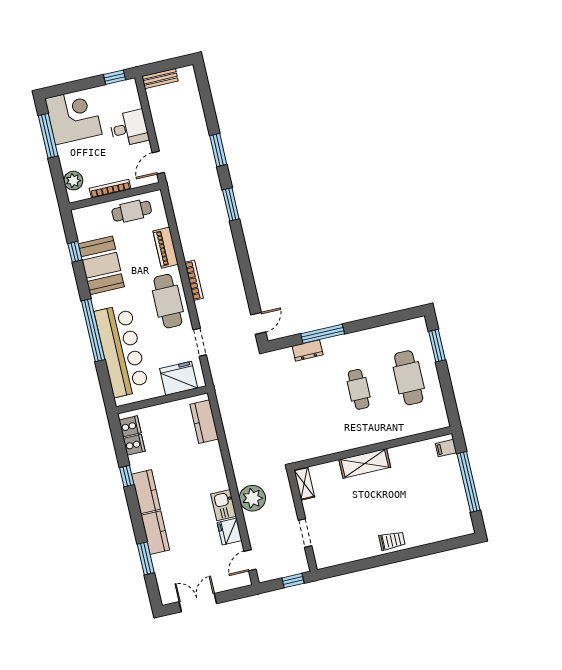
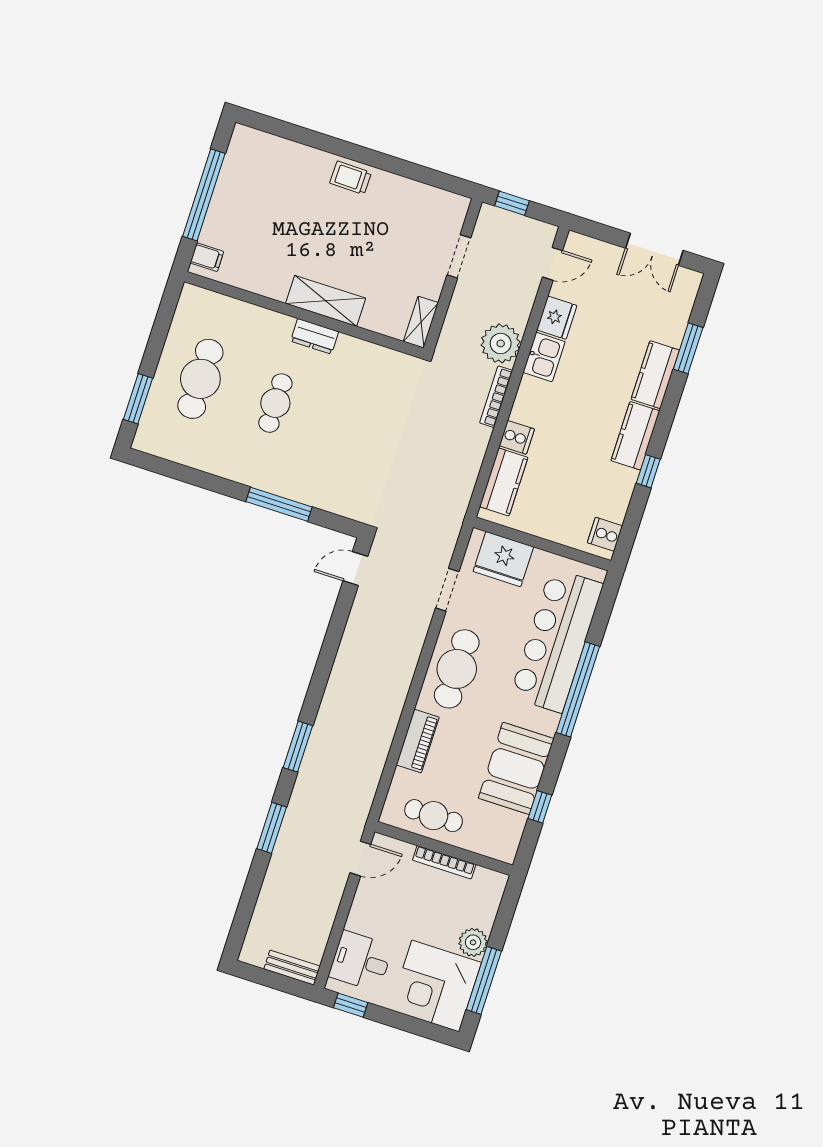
desk: (129, 128) -> (361, 961), moved
plant: (73, 181) -> (473, 942), moved
bookcase: (194, 280) -> (496, 397), moved
dresser: (308, 350) -> (315, 336), moved, turned 180
cooker: (134, 445) -> (517, 437), moved, turned 180

